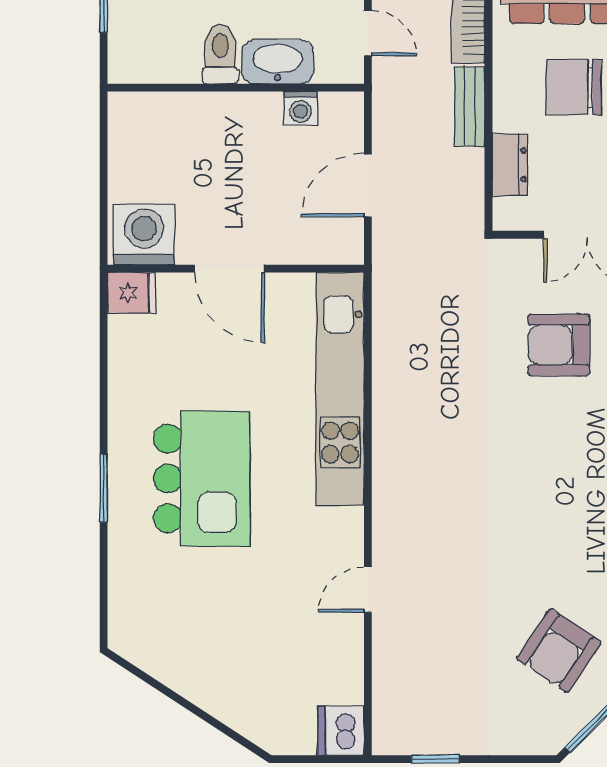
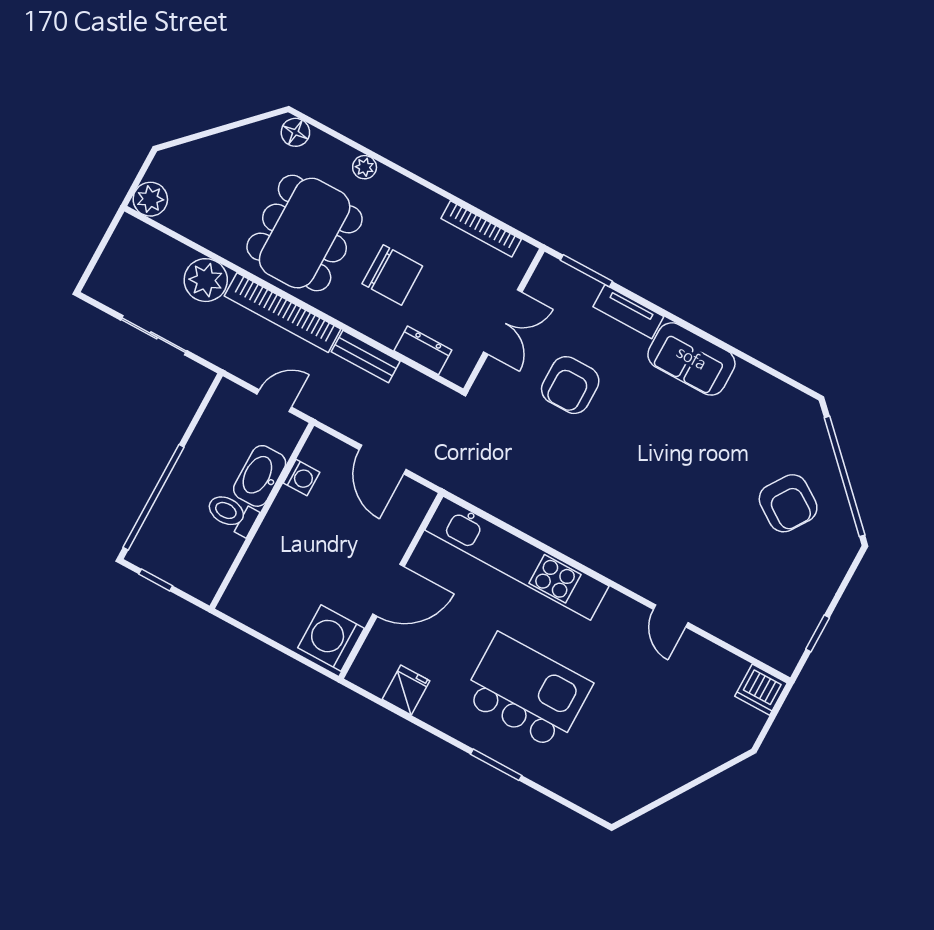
chair: (574, 87) -> (392, 275), turned -90
fridge: (132, 293) -> (406, 690), moved

